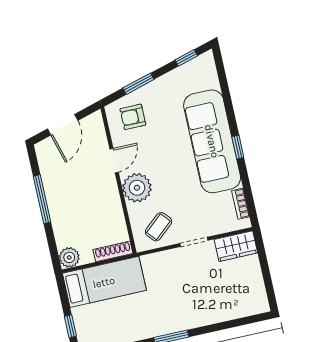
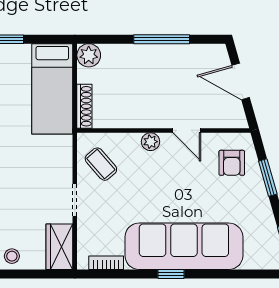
armchair: (133, 117) -> (232, 163), turned 180
plant: (137, 188) -> (150, 142), width x0.53, depth x0.53
stool: (253, 284) -> (12, 256), added

